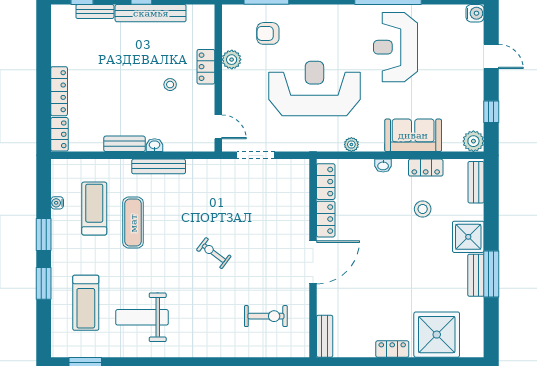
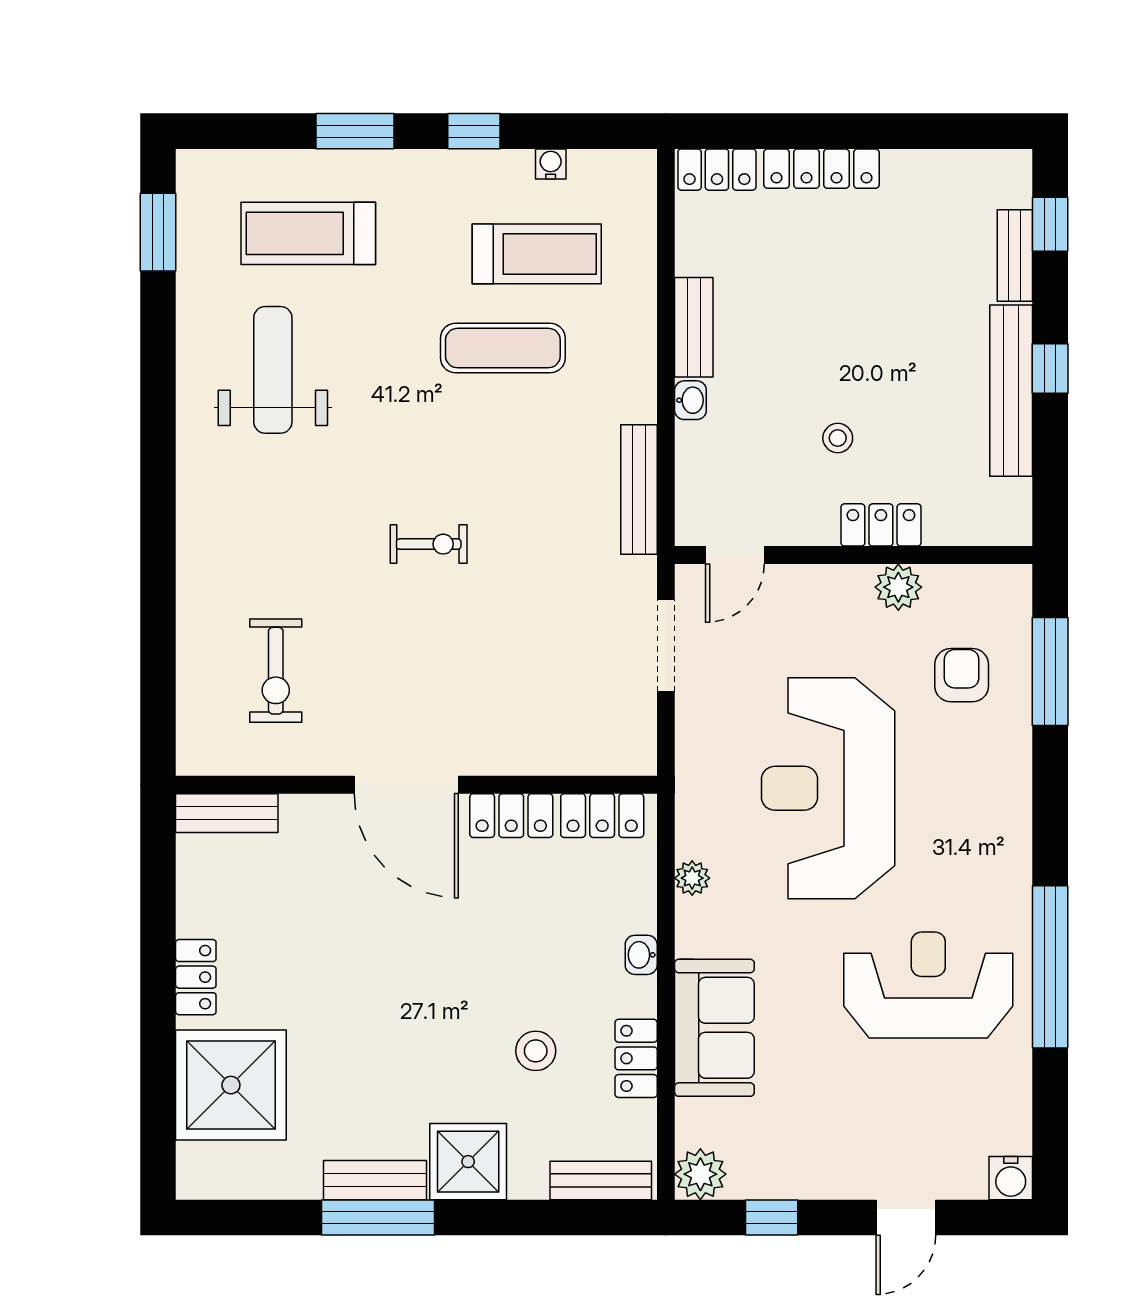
reception desk: (314, 88) -> (828, 788), turned 180
bench: (159, 166) -> (639, 490), moved
window: (44, 234) -> (474, 131), width x0.67
exercise bike: (214, 253) -> (429, 544), turned 53

